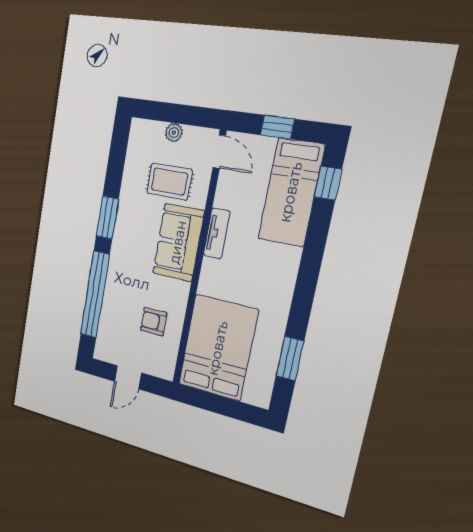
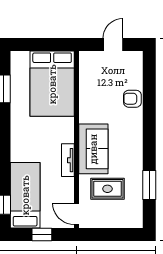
plant: (174, 133) -> (110, 222), removed
window: (107, 218) -> (149, 185), moved
window: (95, 294) -> (149, 98), removed
armchair: (154, 322) -> (132, 99), moved, turned 180

